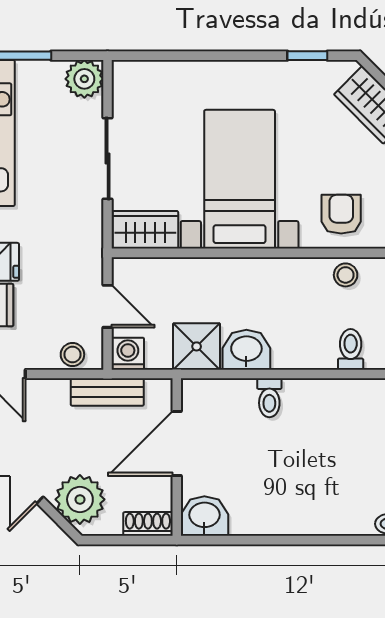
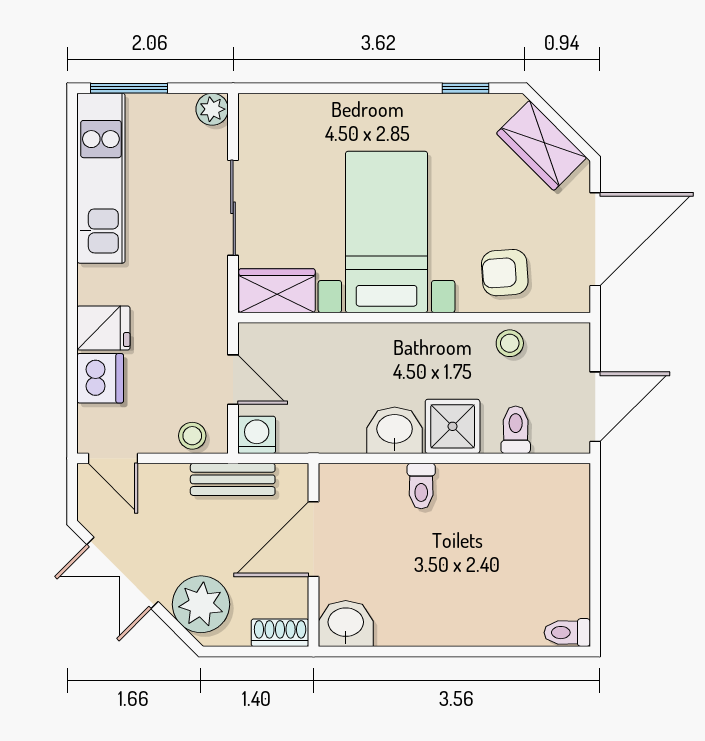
plant: (84, 79) -> (212, 109), width x0.73, depth x0.73
armchair: (341, 214) -> (505, 273), turned -94
shower: (197, 346) -> (453, 426), moved

